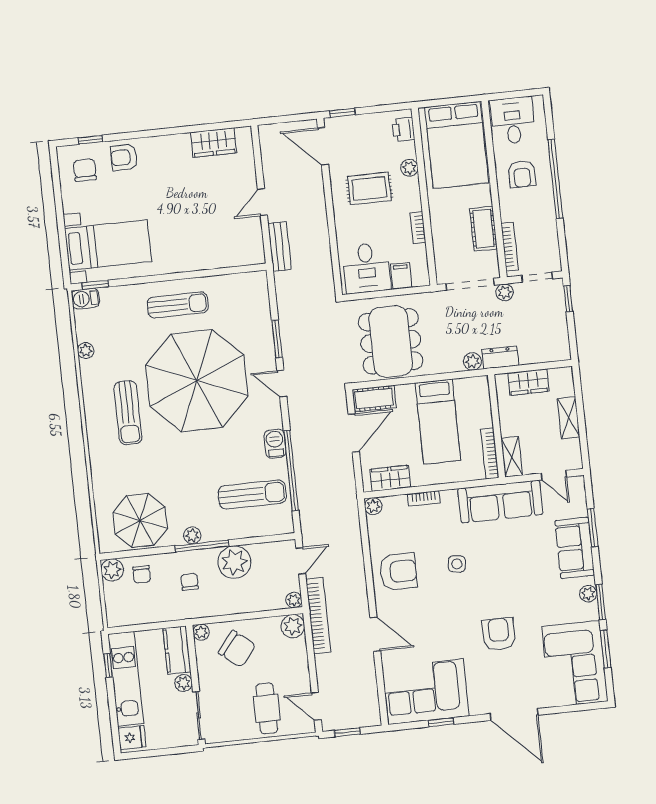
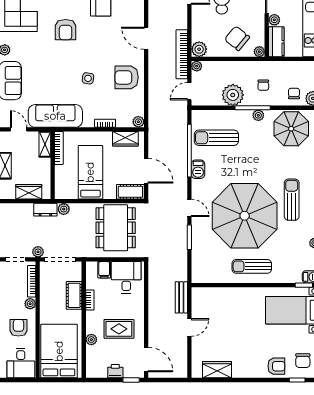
printer: (403, 129) -> (115, 371), moved, turned -90
plant: (508, 212) -> (30, 304), added
cot: (483, 229) -> (74, 295), moved
door: (354, 433) -> (146, 171), swing flipped

